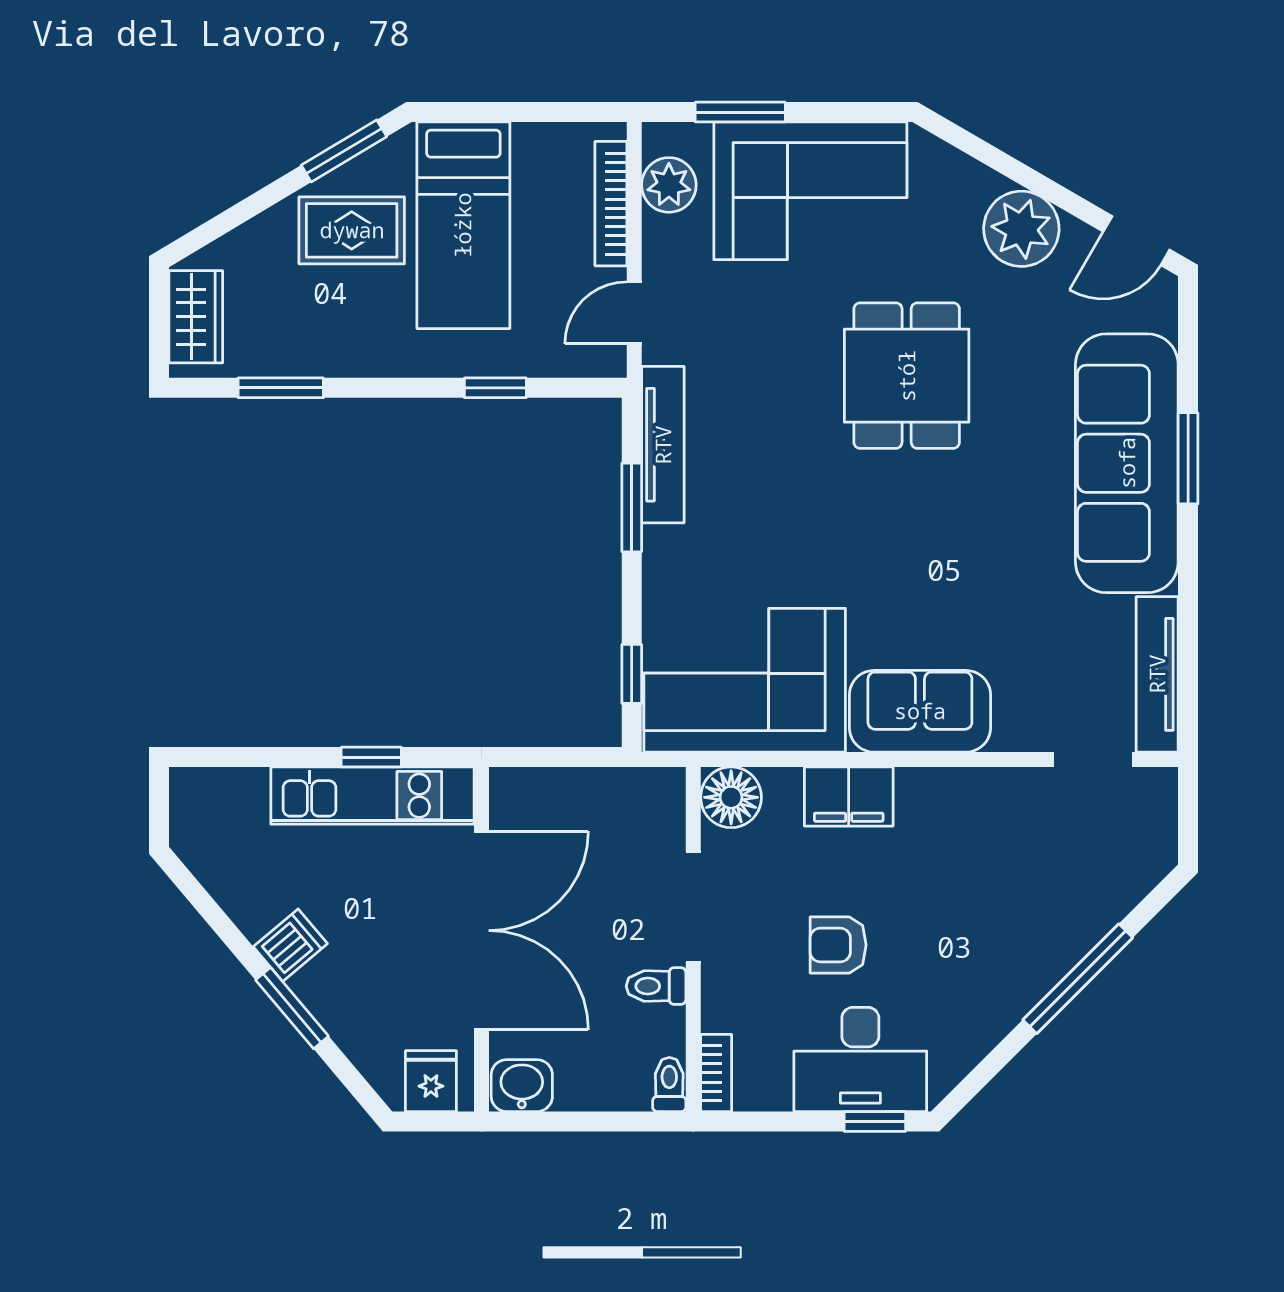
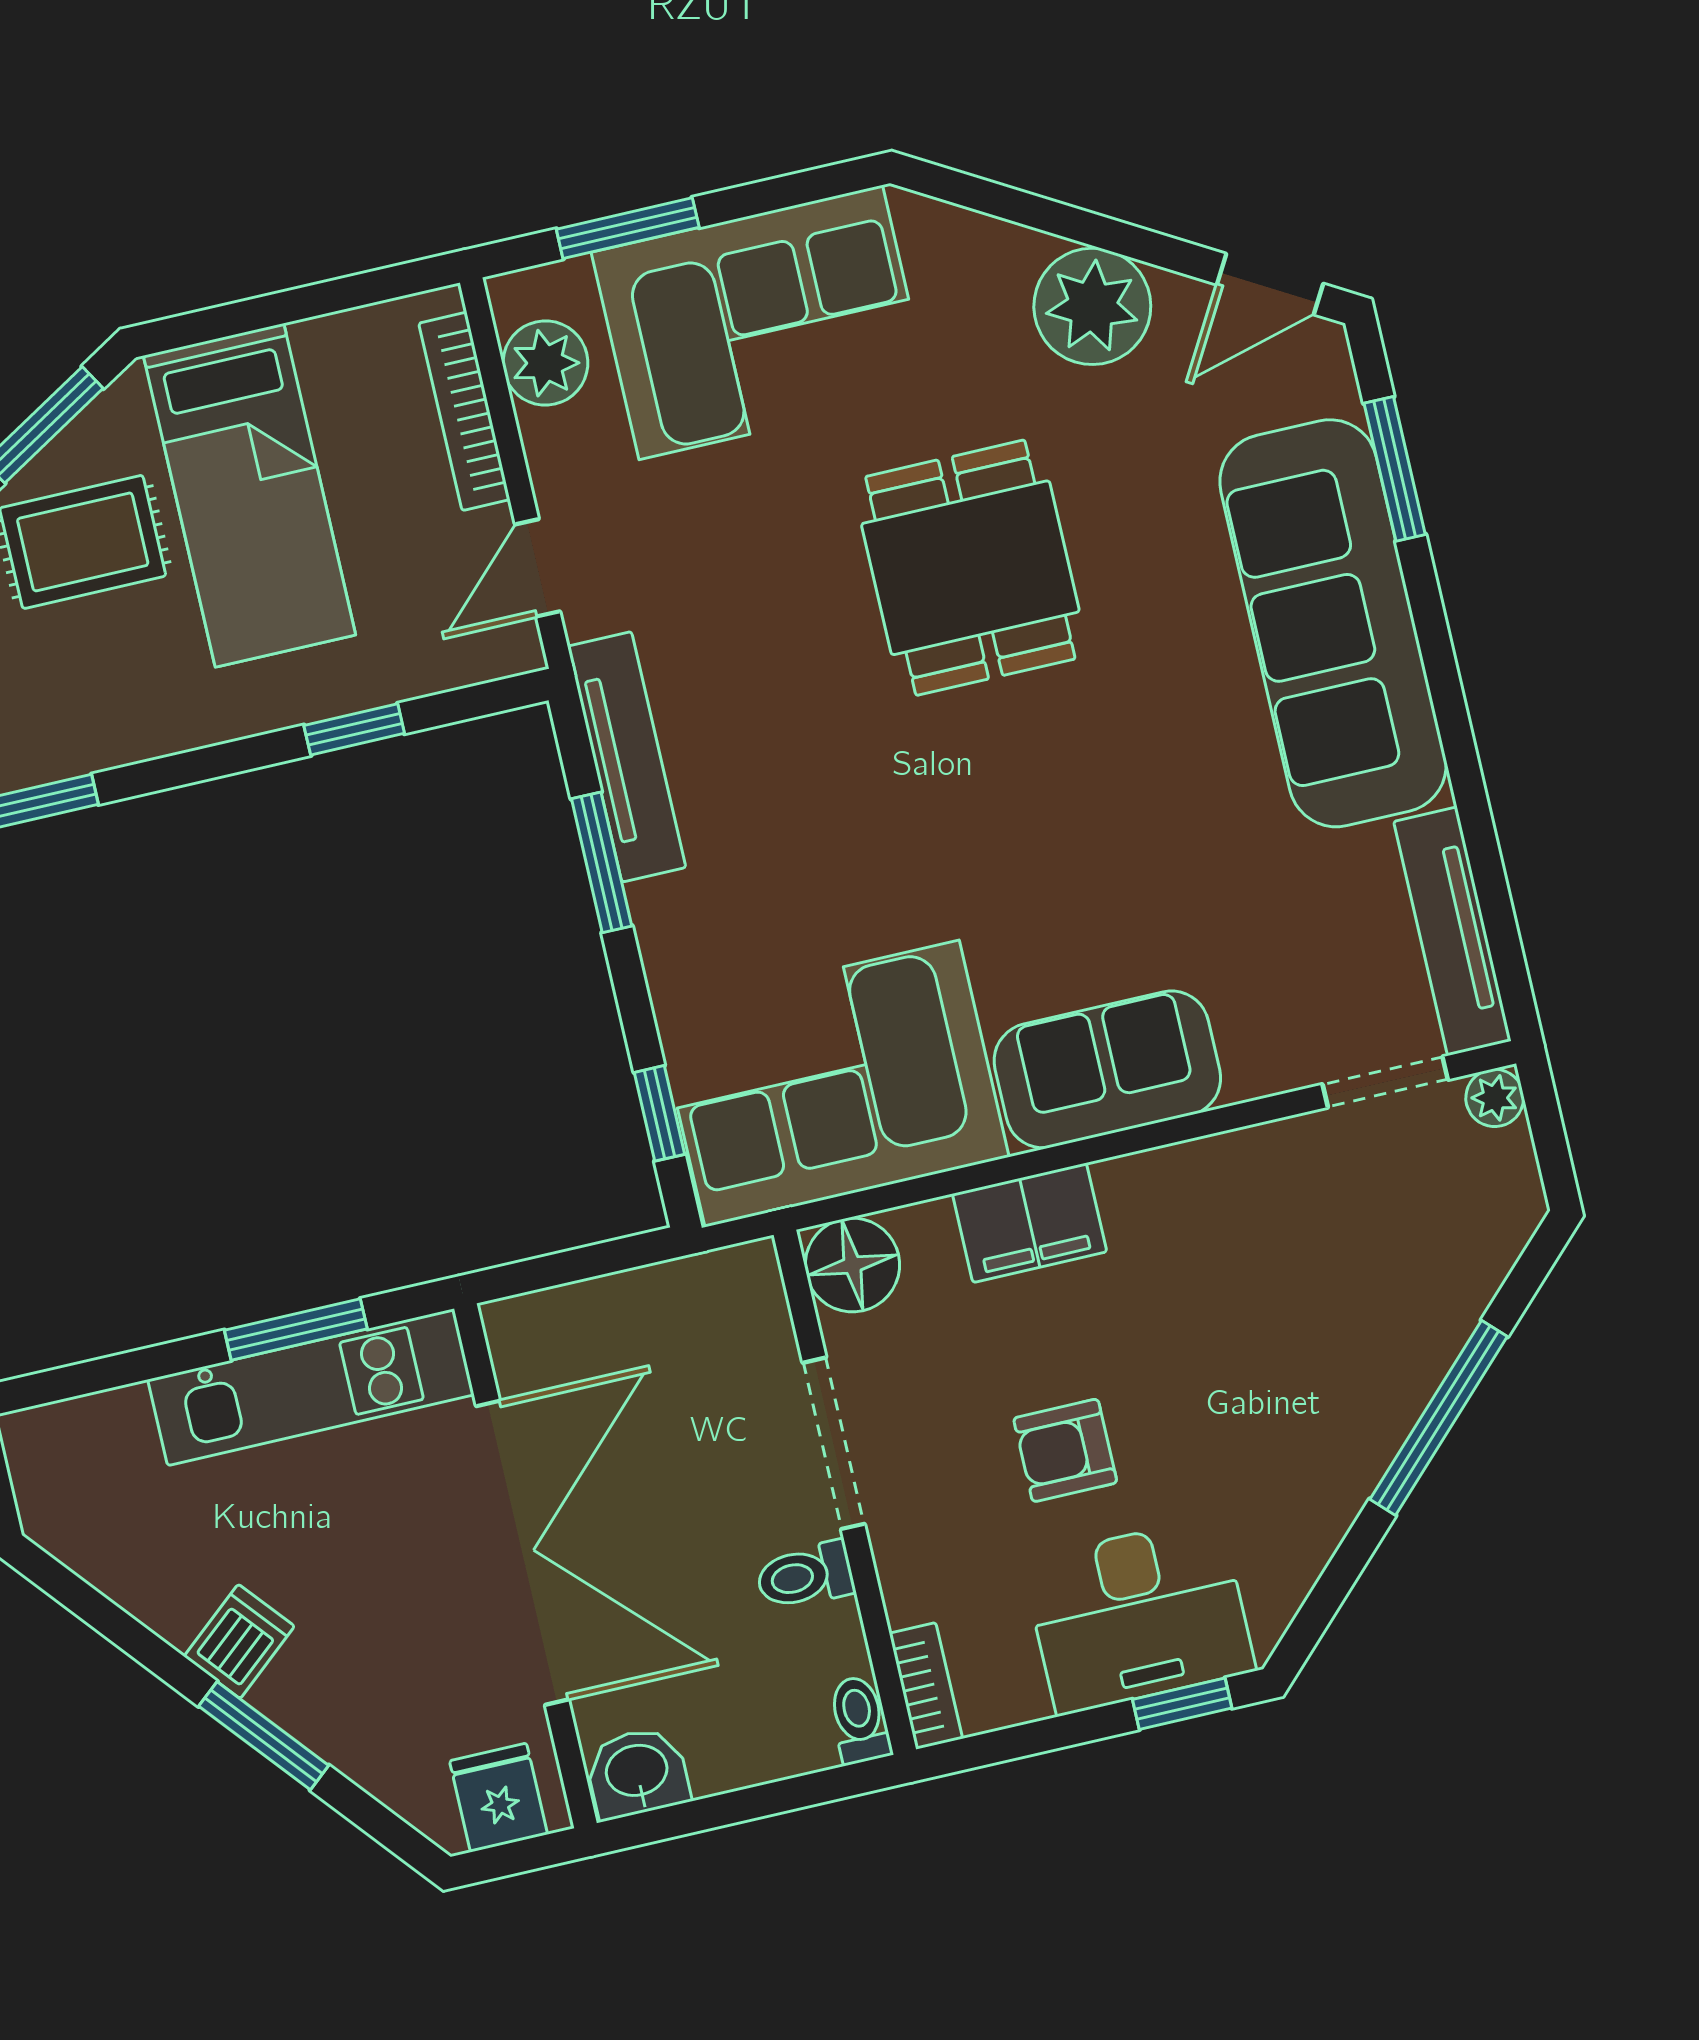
window: (1188, 458) -> (1395, 469), moved
window: (371, 757) -> (296, 1330), width x1.50
plant: (1160, 786) -> (1495, 1098), added

